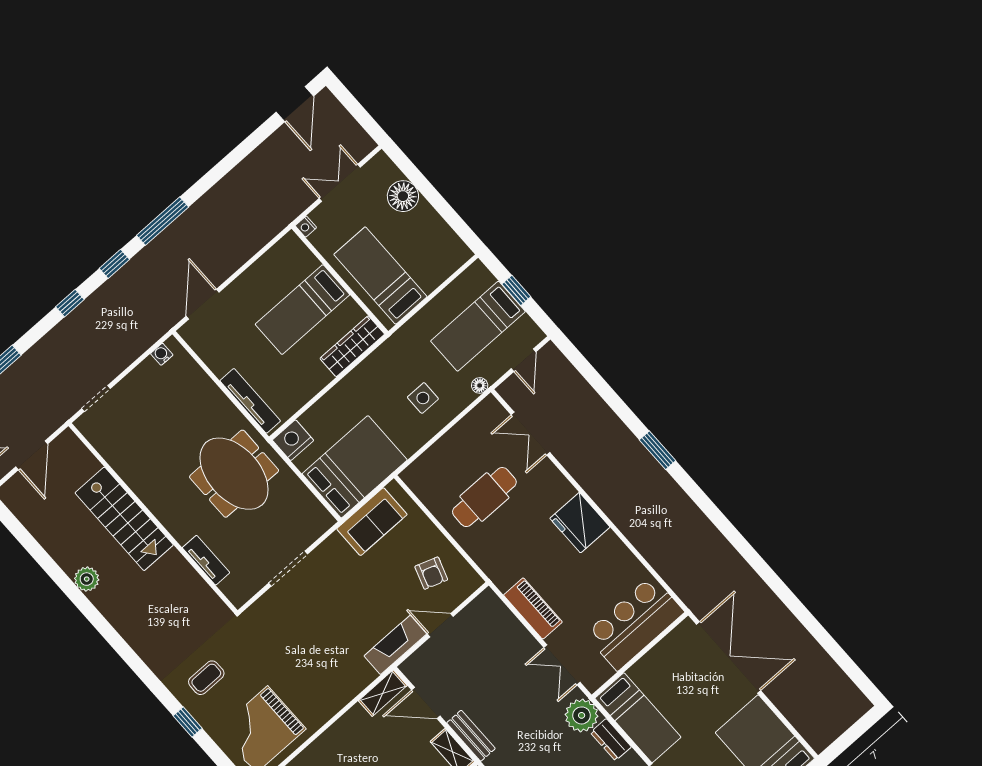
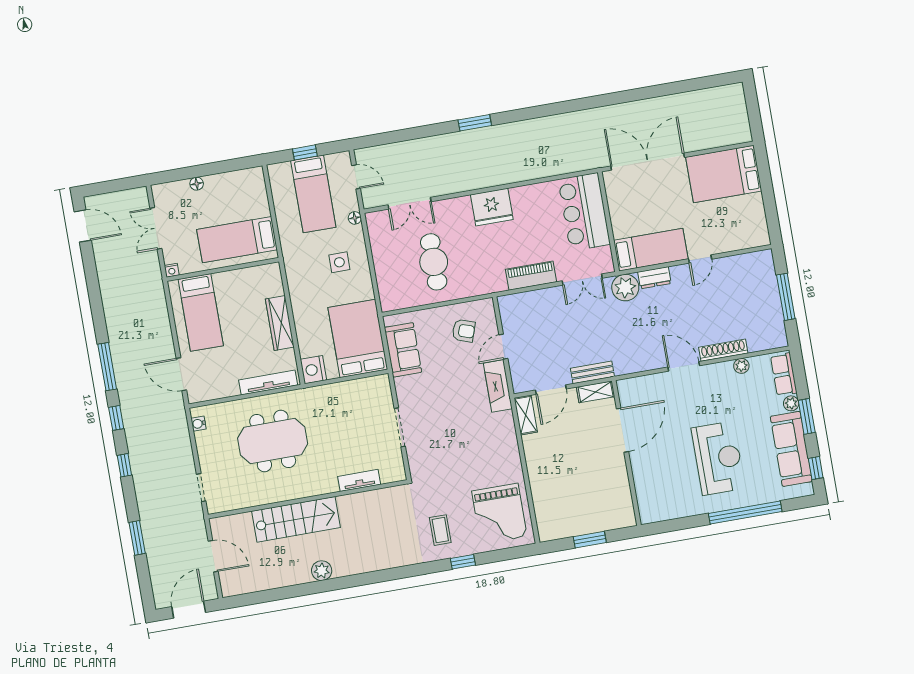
floor lamp: (403, 196) -> (197, 184), width x0.53, depth x0.53
bed: (302, 310) -> (201, 312), moved
wardrobe: (352, 346) -> (280, 323), moved
meeting table: (234, 474) -> (273, 441), moved

